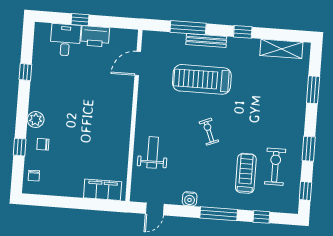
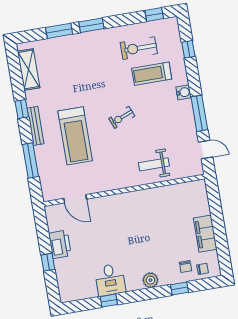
desk: (65, 40) -> (110, 280), moved, turned -90
bench: (206, 40) -> (36, 126), moved
chair: (43, 144) -> (186, 266), moved
window: (309, 149) -> (91, 25), moved
filing cabinet: (103, 190) -> (205, 234), moved
water cooler: (190, 199) -> (184, 92), moved
window: (219, 214) -> (199, 113), moved

